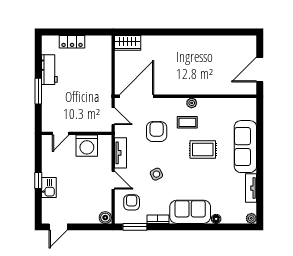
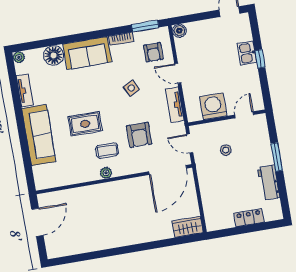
stool: (82, 105) -> (226, 150), added
floor lamp: (216, 219) -> (54, 55), width x1.89, depth x1.89

